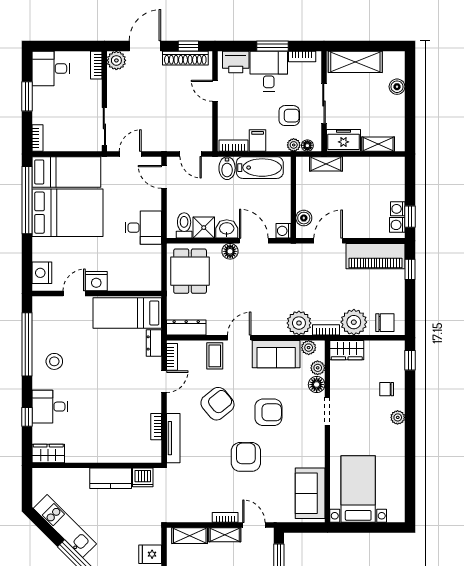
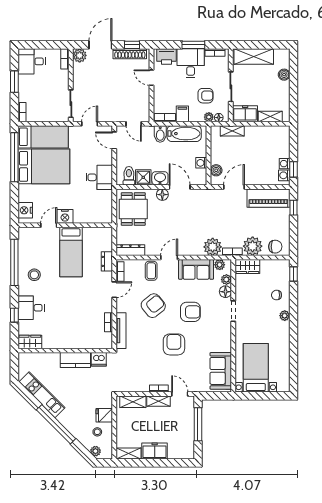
washing machine: (283, 231) -> (201, 163), moved
bed: (127, 313) -> (71, 252), moved, turned -90

